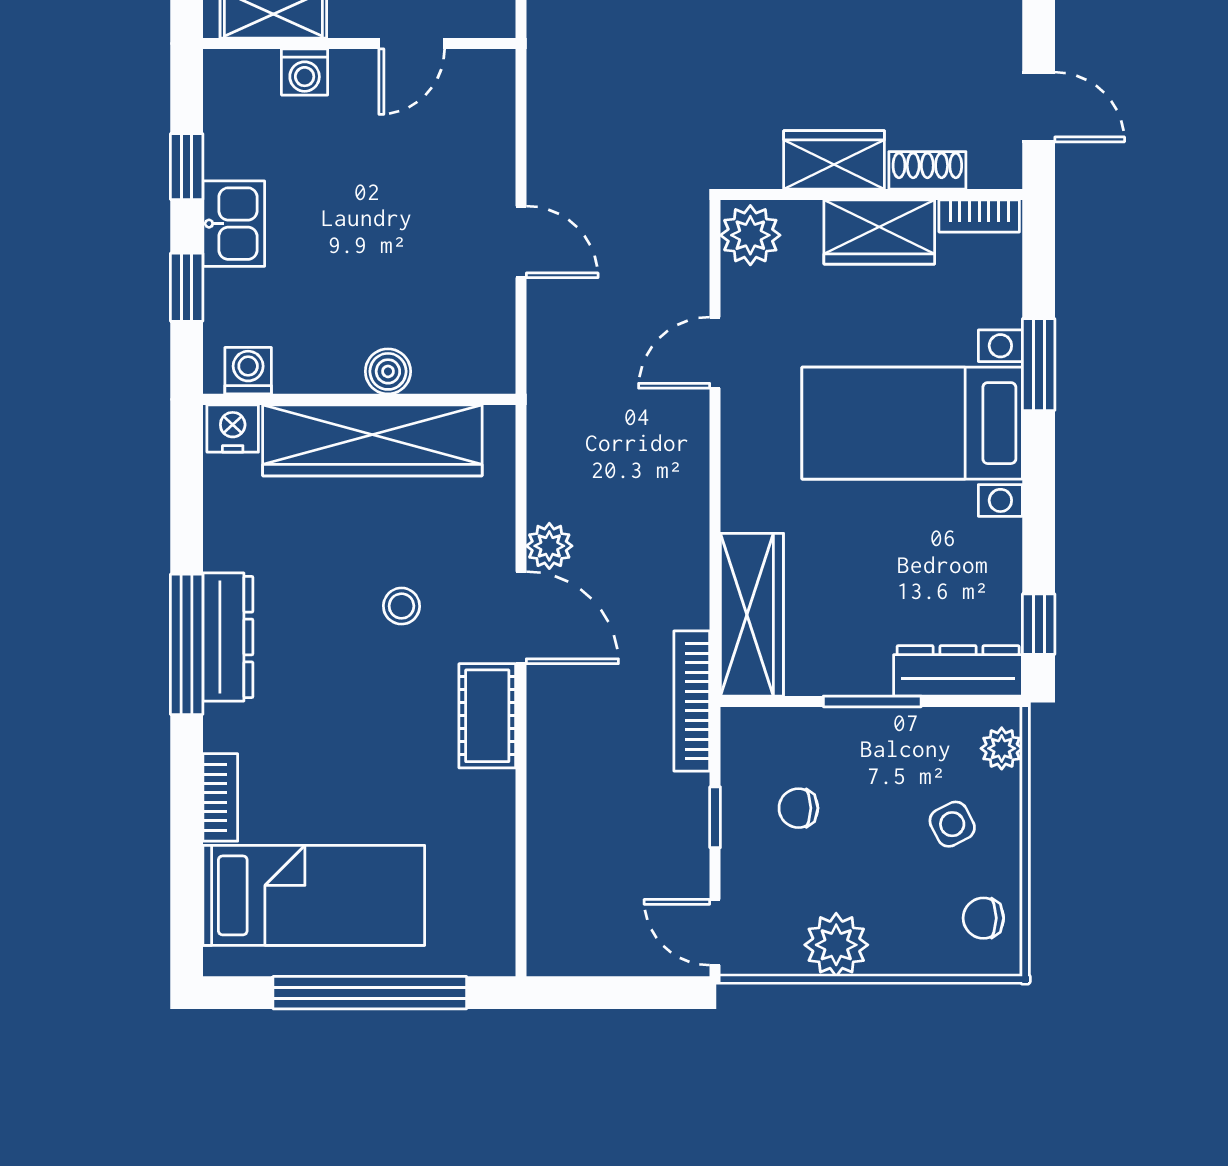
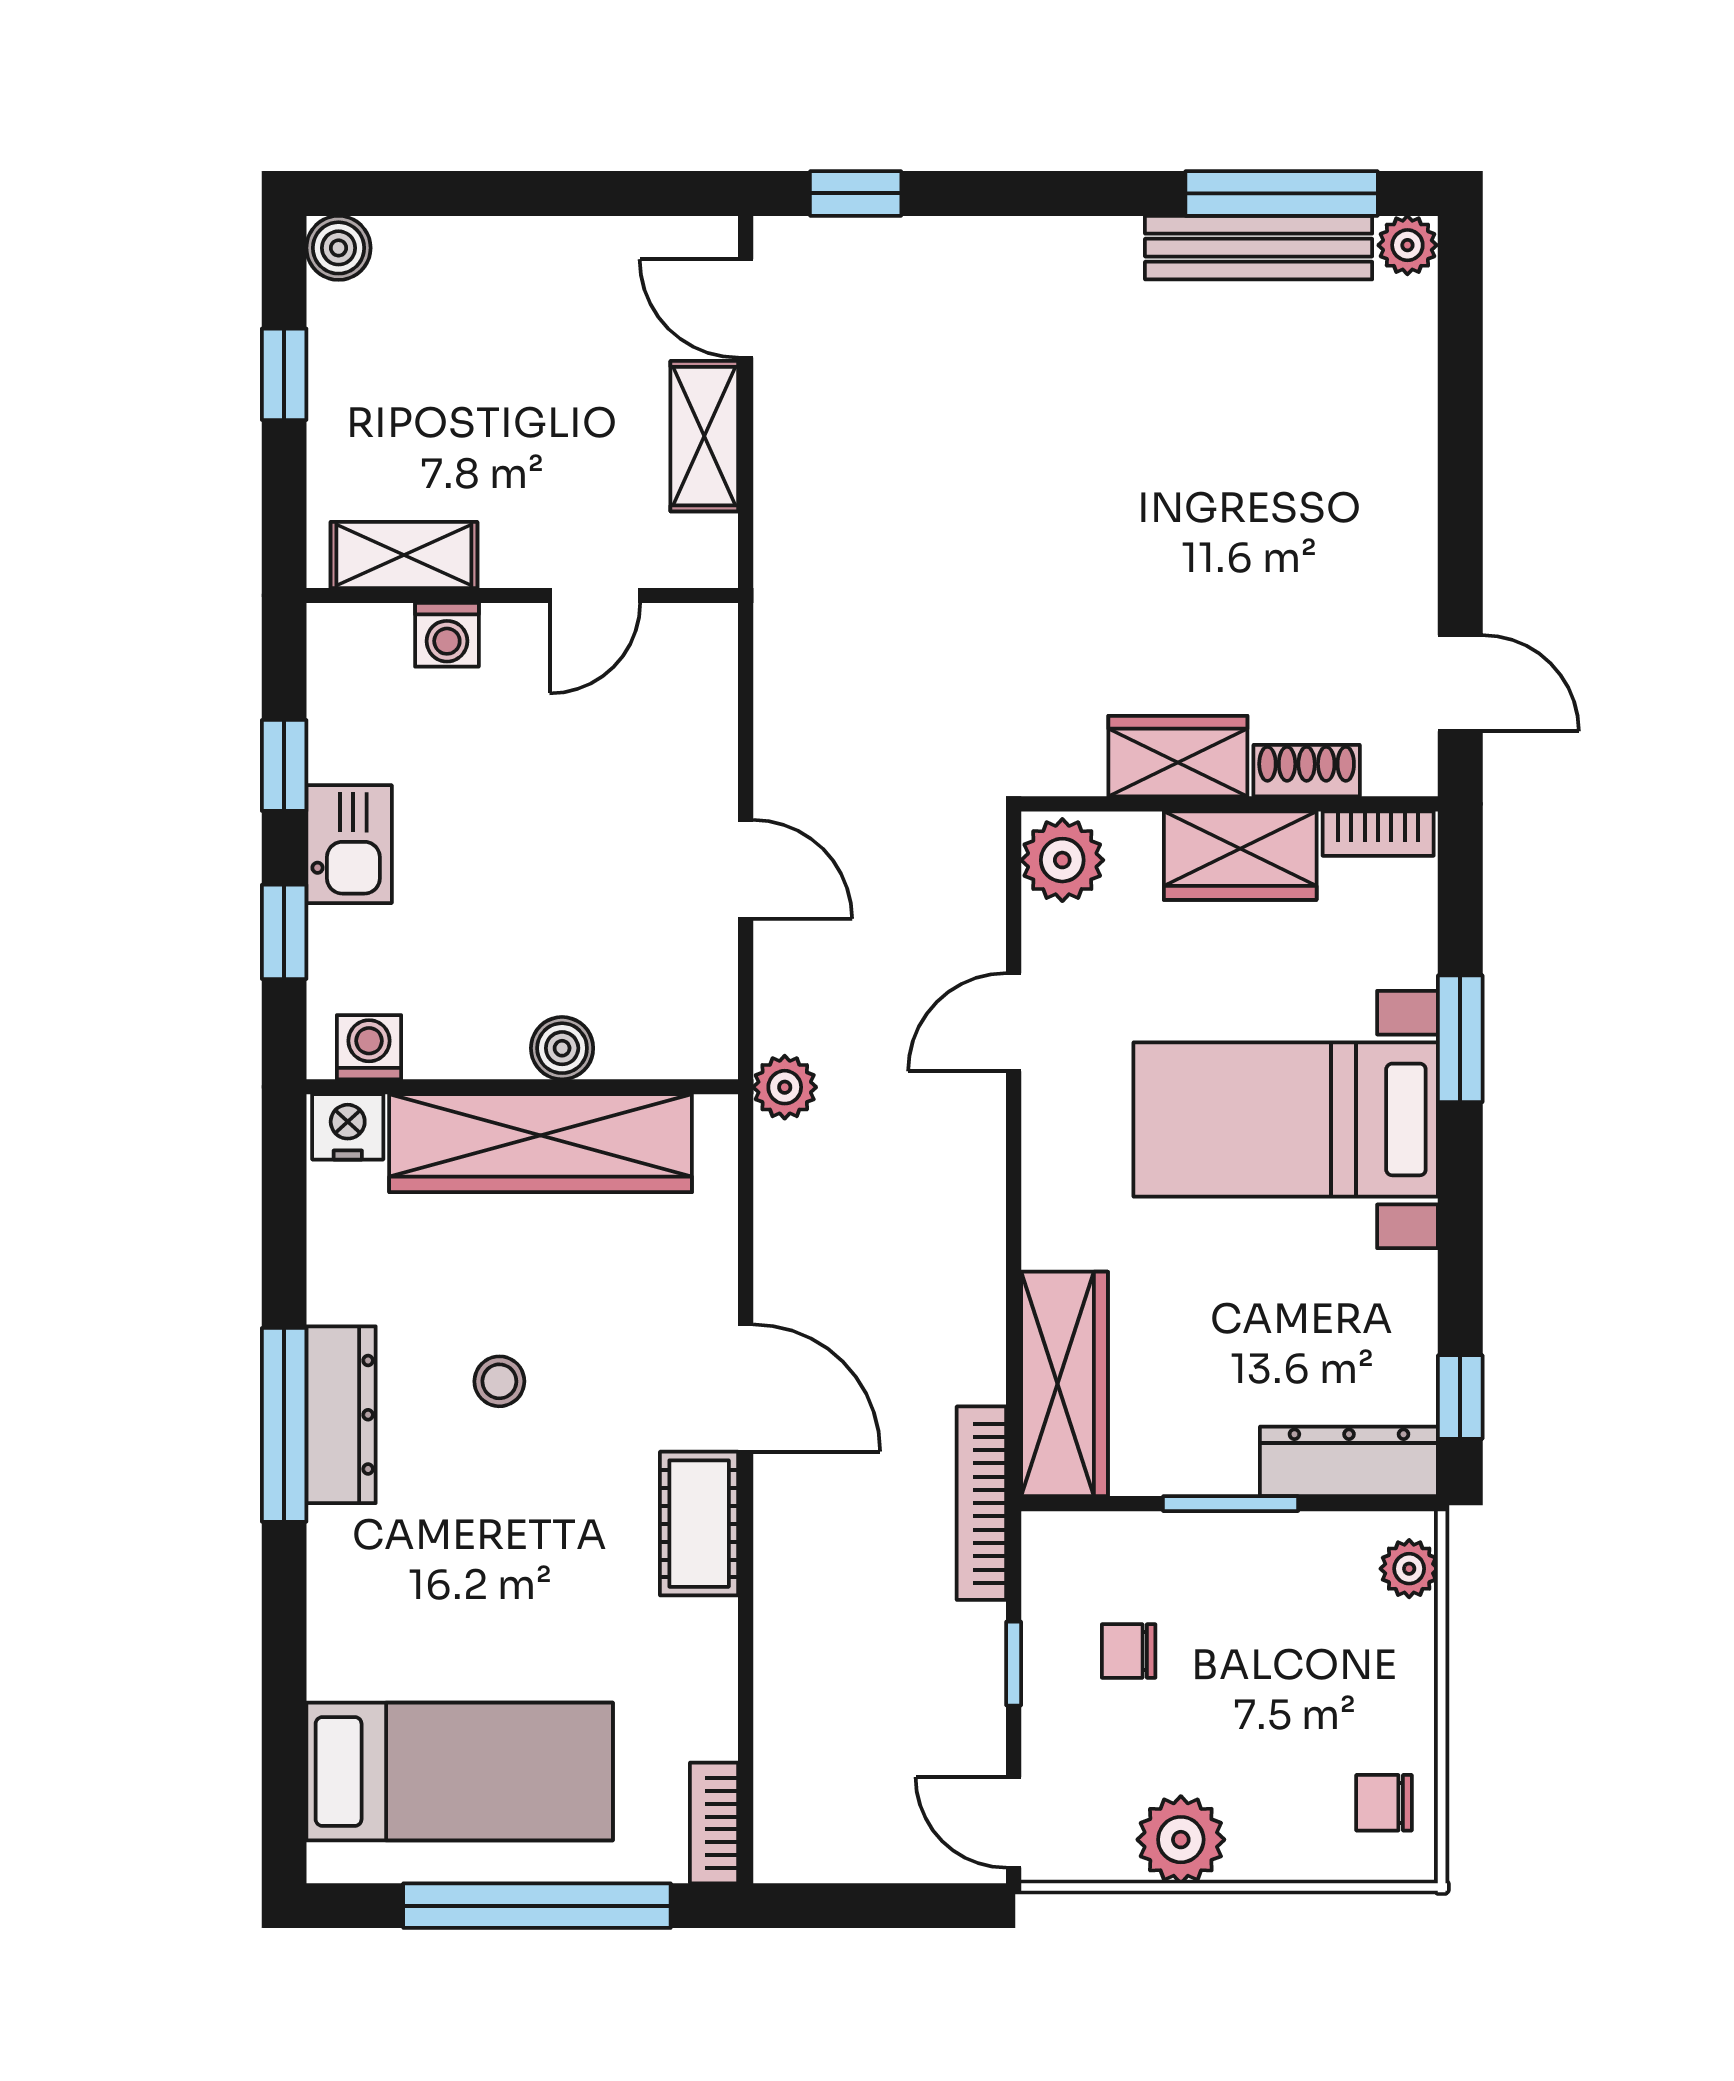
plant: (549, 546) -> (785, 1087), moved
stool: (401, 606) -> (499, 1381), moved
bookcase: (220, 797) -> (714, 1823), moved, turned 180
side table: (952, 824) -> (1341, 1673), removed

